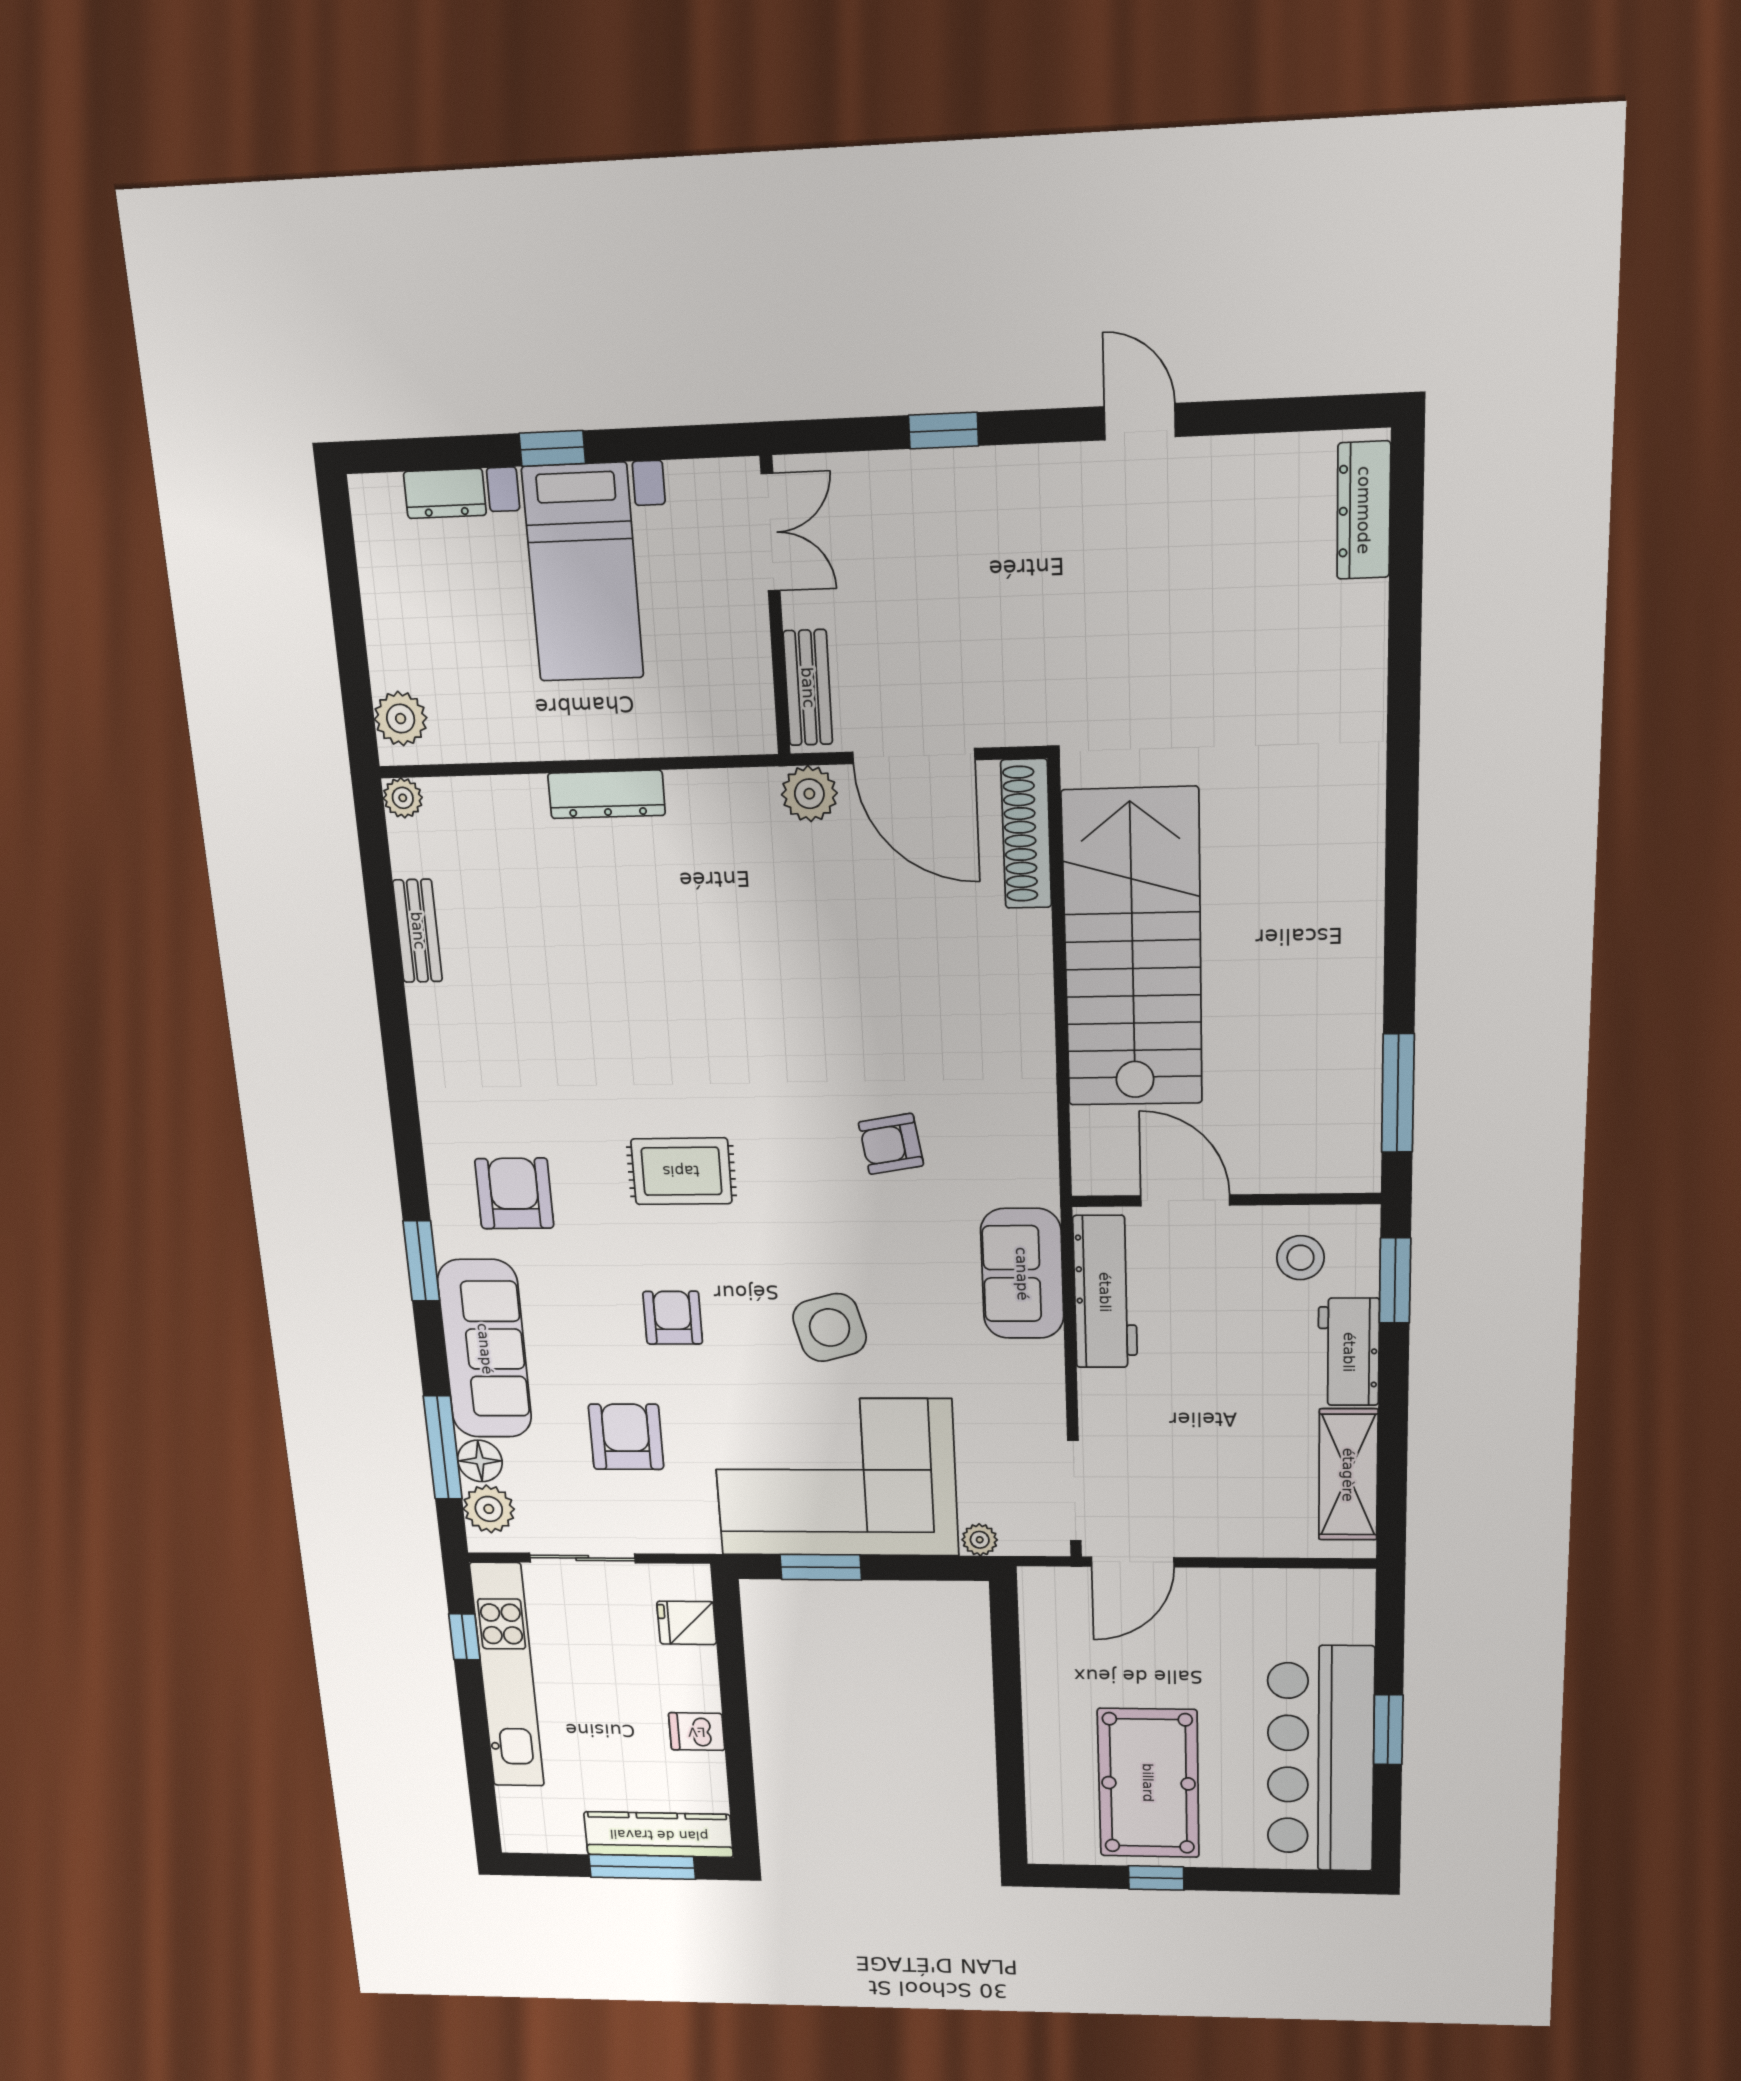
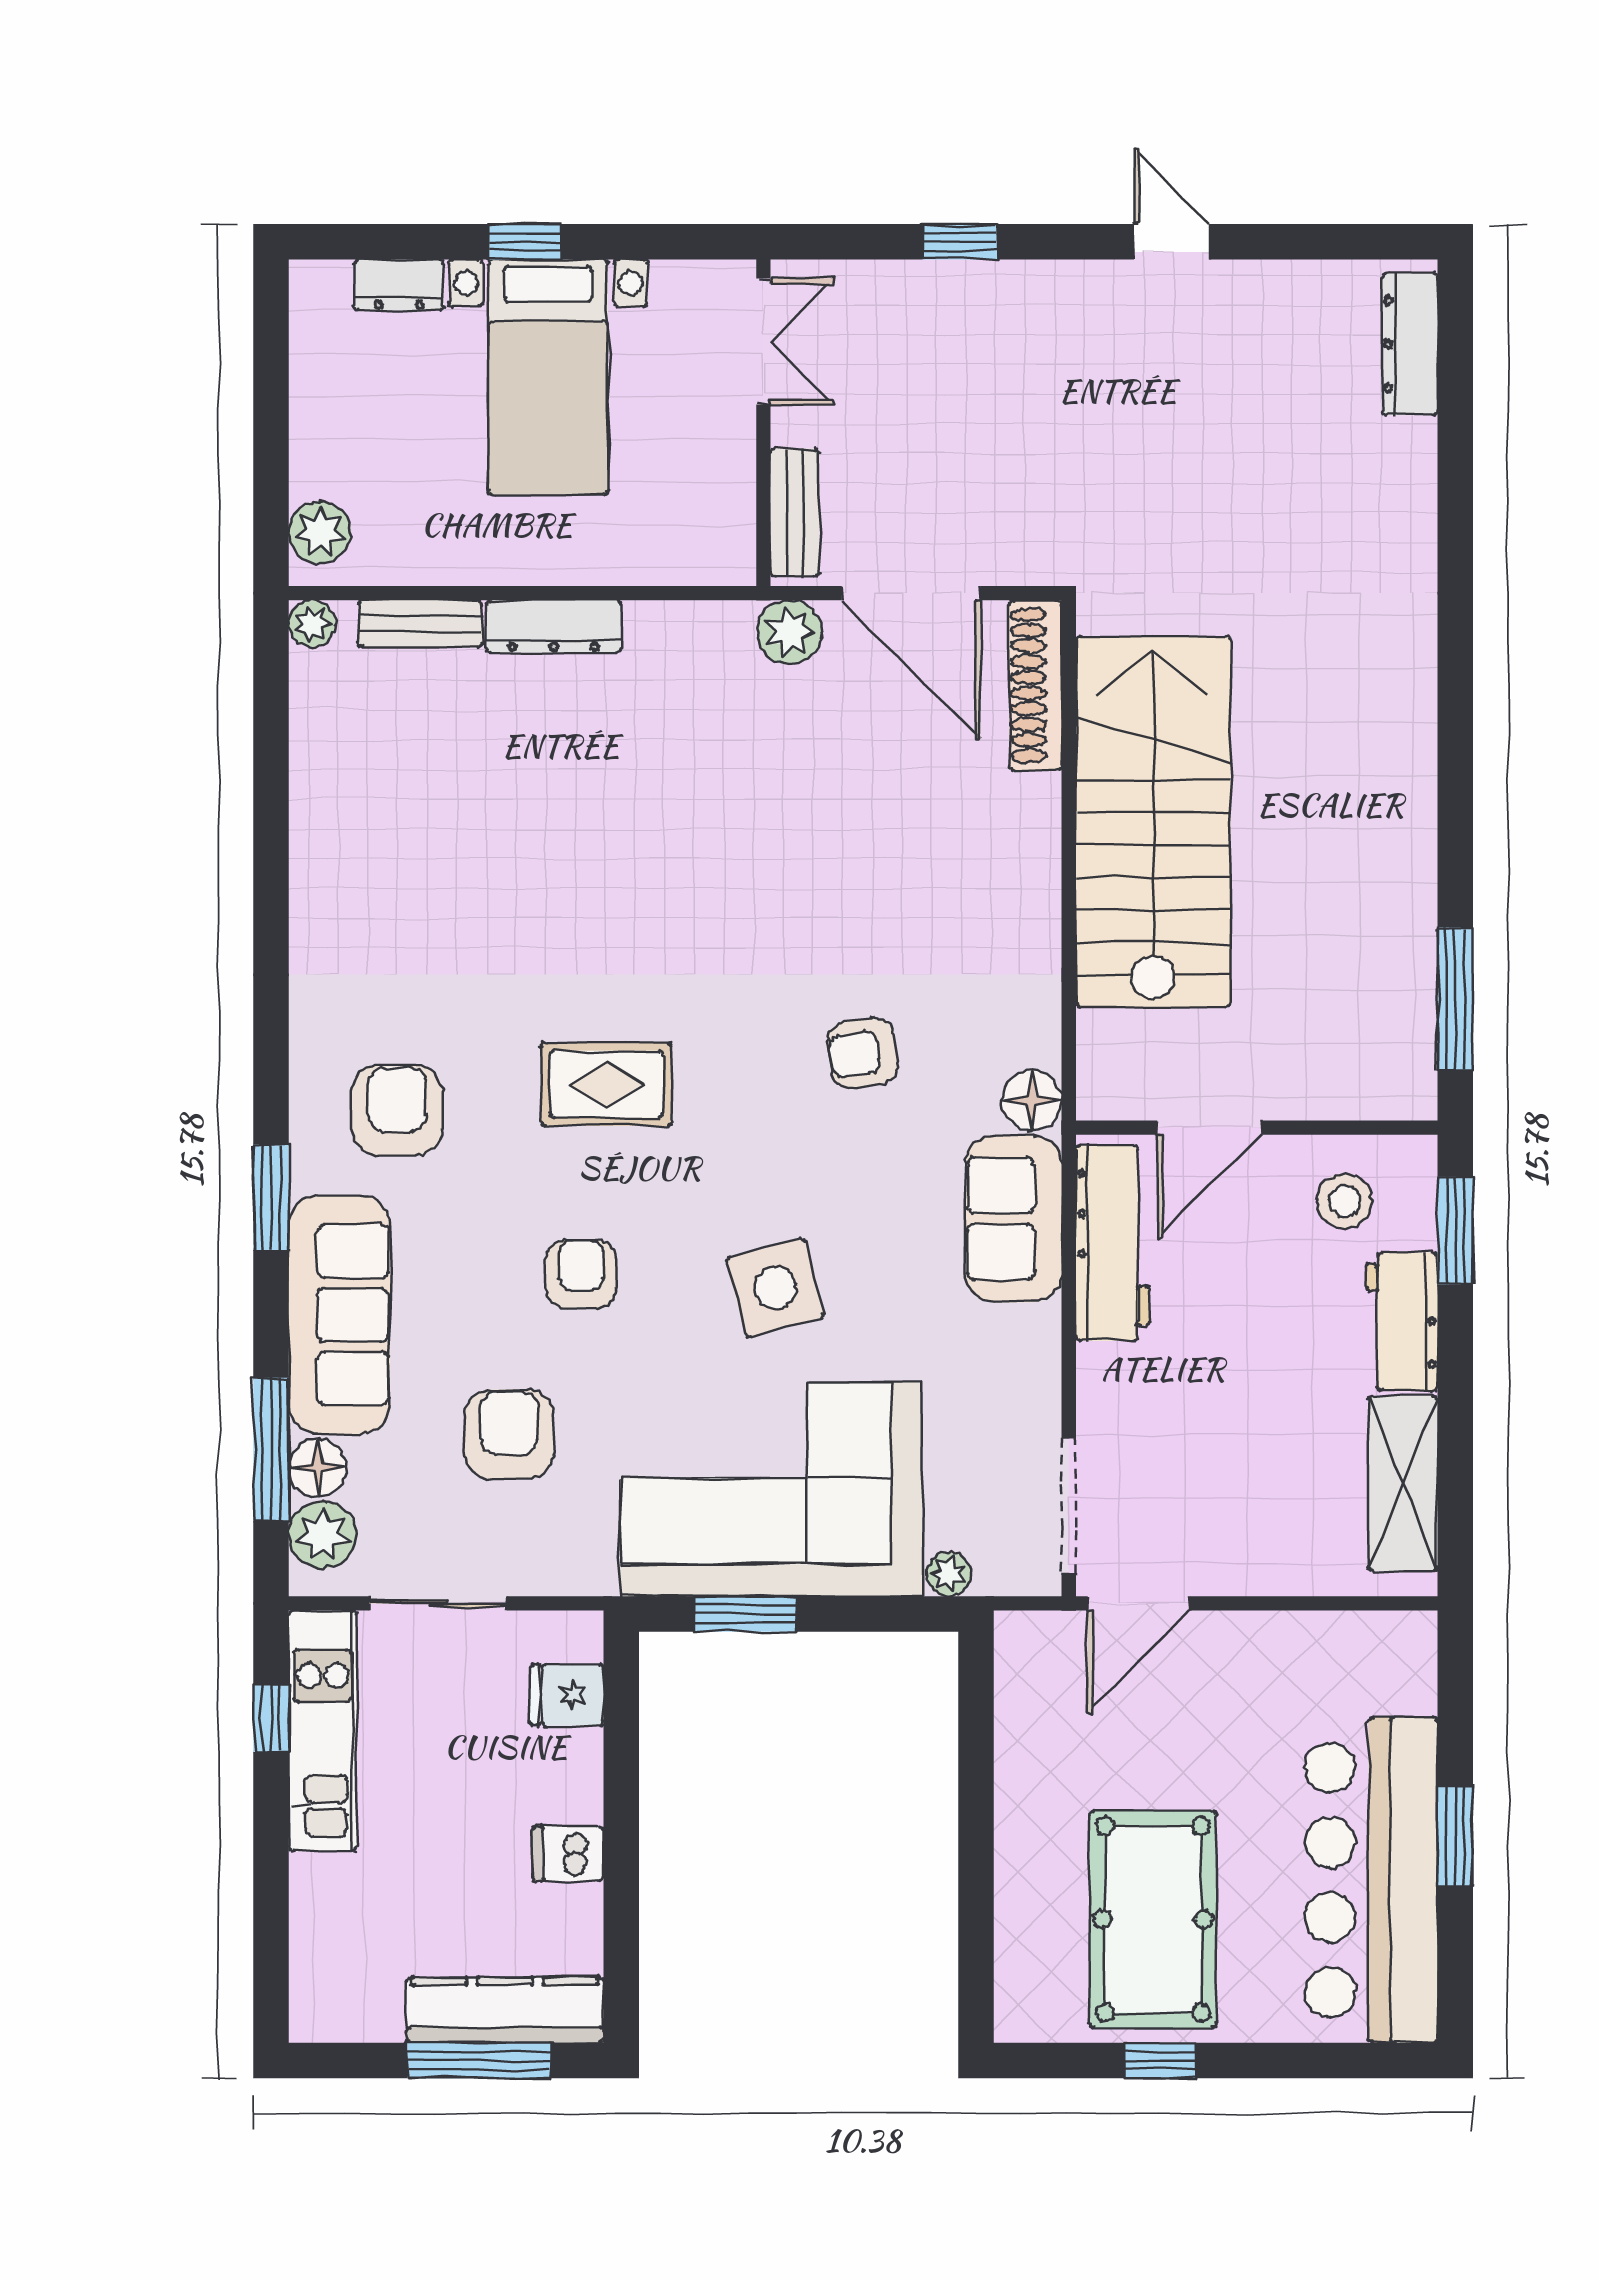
bench: (418, 931) -> (420, 624), moved, turned 90
floor lamp: (1034, 1180) -> (1032, 1101), added
door: (1185, 1200) -> (1209, 1128), swing flipped
kitchen unit: (507, 1676) -> (323, 1731), width x0.73

